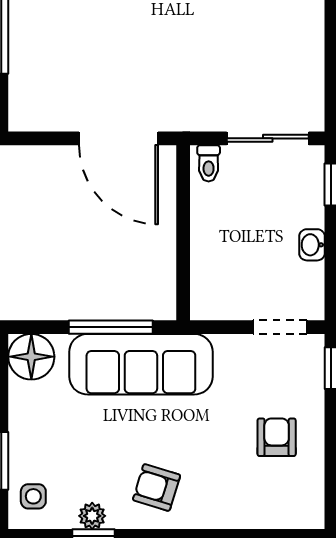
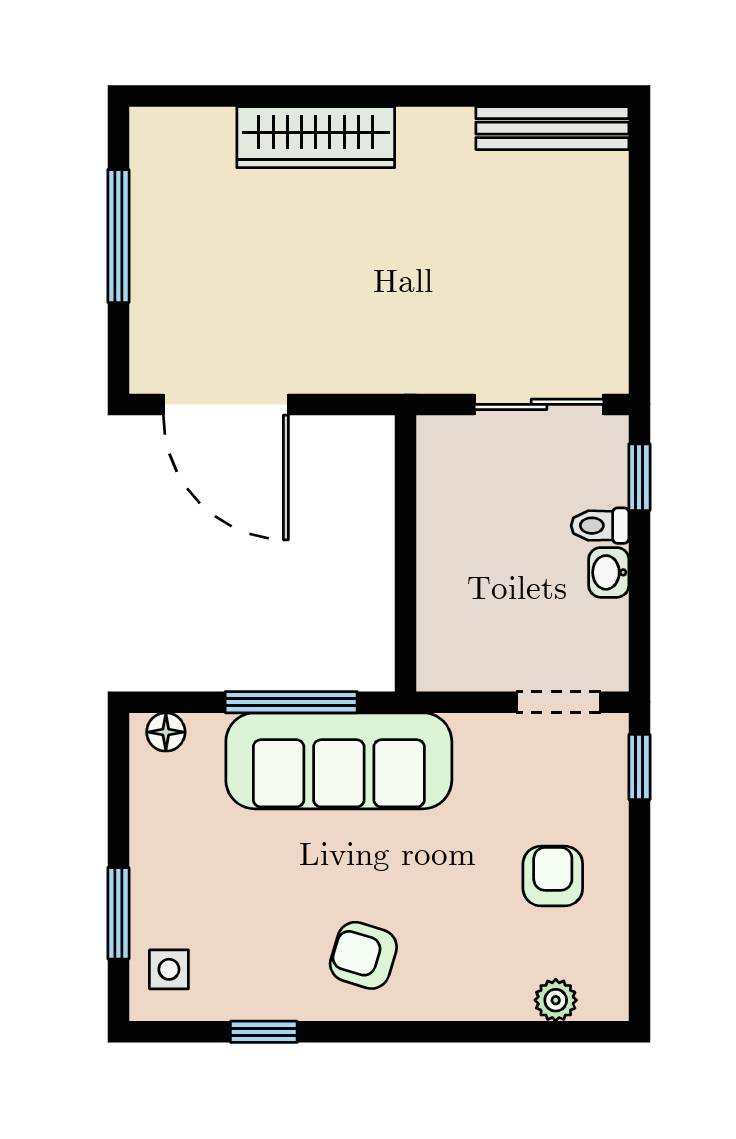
door: (119, 138) -> (226, 404), moved
toilet: (209, 163) -> (600, 526), moved, turned 90
floor lamp: (31, 357) -> (166, 732), width x0.53, depth x0.53
plant: (92, 516) -> (556, 1000), moved

